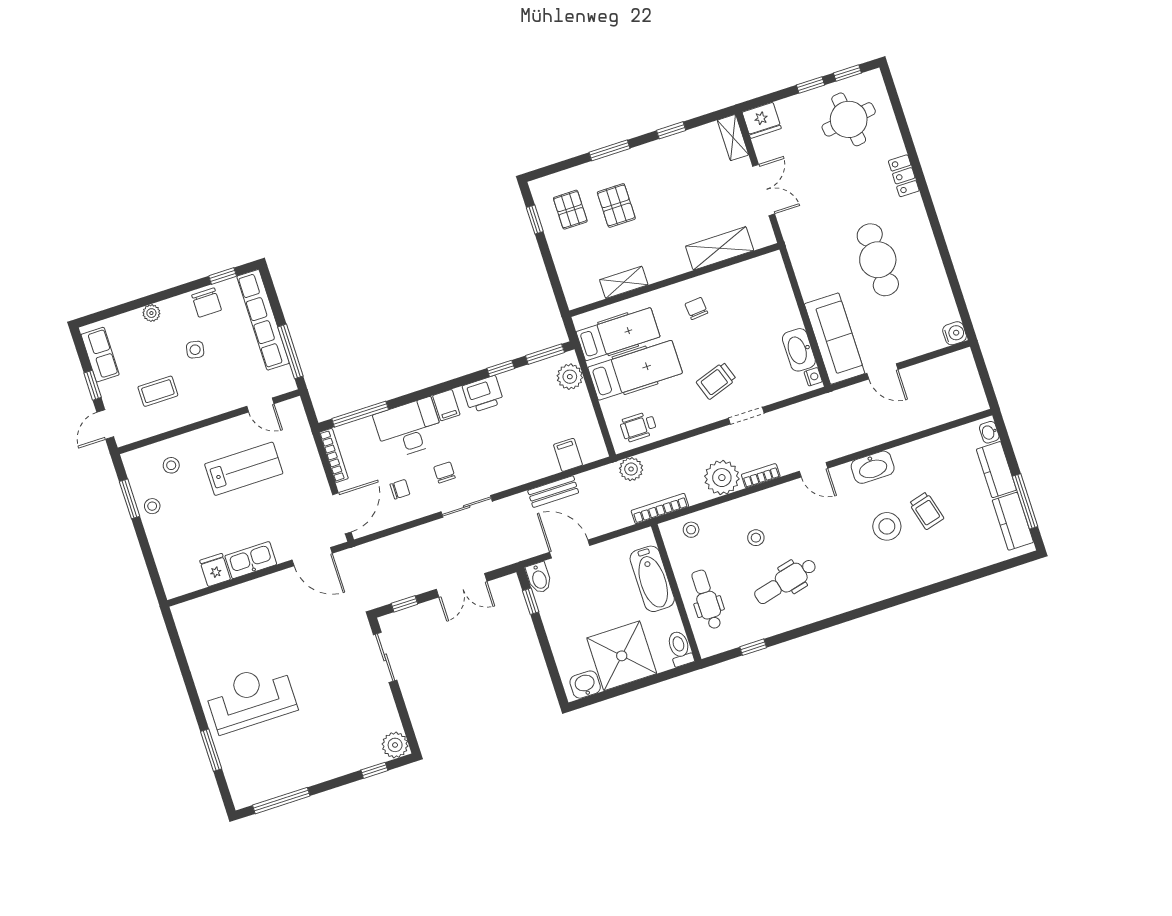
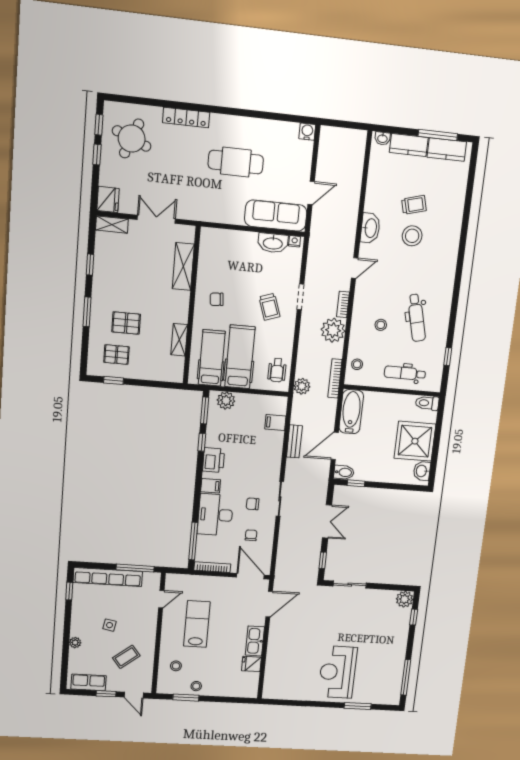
round table: (849, 119) -> (132, 139), turned 30
locker: (904, 176) -> (186, 118), width x1.53
chair: (207, 303) -> (82, 607), removed
coffee table: (158, 391) -> (126, 657), turned 52
bathtub: (652, 579) -> (351, 412), moved, turned -90

